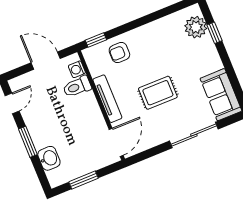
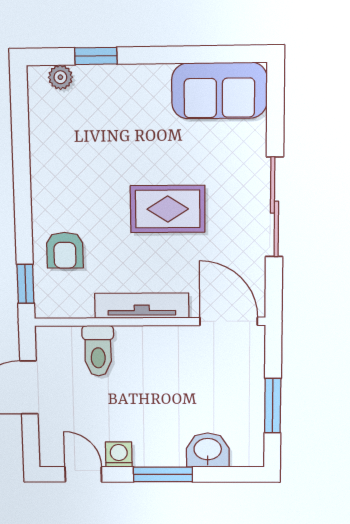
plant: (196, 27) -> (60, 77), width x0.53, depth x0.53
washing machine: (77, 69) -> (119, 455), moved, turned 180
rug: (158, 93) -> (168, 209), turned 90
sliding door: (194, 135) -> (274, 207), moved

